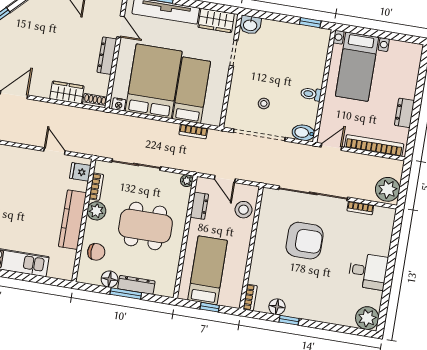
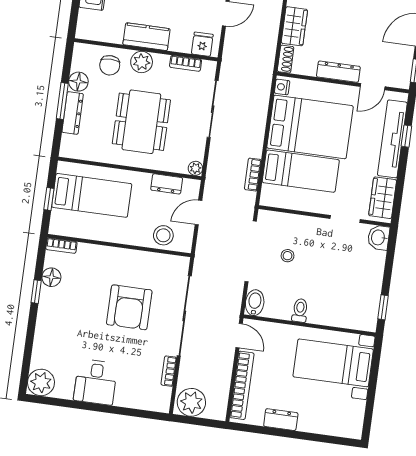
plant: (96, 211) -> (142, 62), moved
kitchen counter: (72, 220) -> (146, 37), width x0.67

